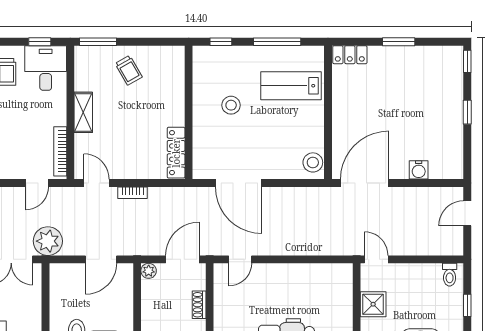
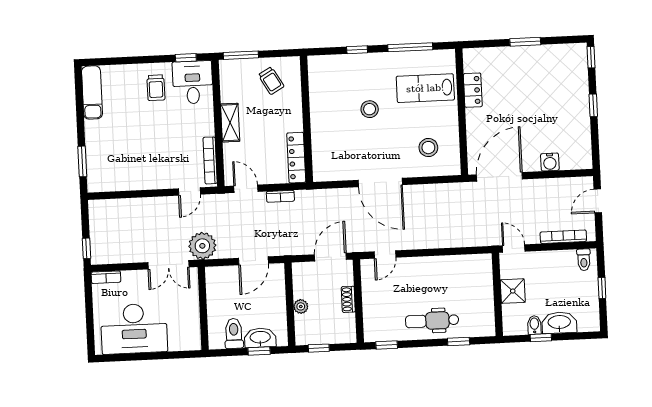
locker: (350, 55) -> (473, 90), moved, turned -90
wall: (189, 112) -> (306, 119), moved
locker: (176, 153) -> (296, 158), moved
stool: (313, 162) -> (428, 148), moved
bookcase: (429, 249) -> (563, 237), added
plant: (149, 271) -> (301, 306), moved

